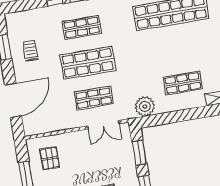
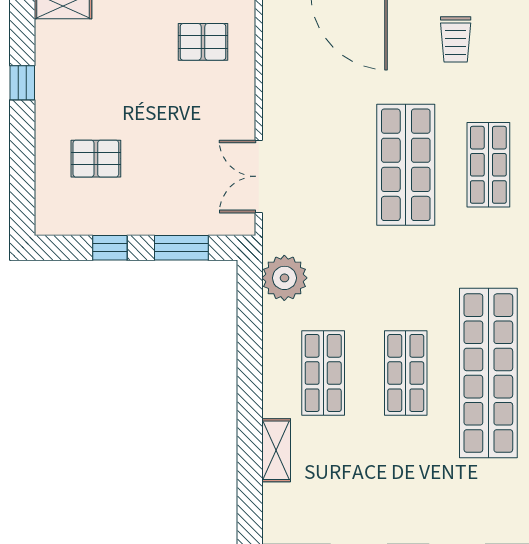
trolley: (30, 51) -> (456, 39), turned 90
shop shelf: (94, 98) -> (406, 373), moved

